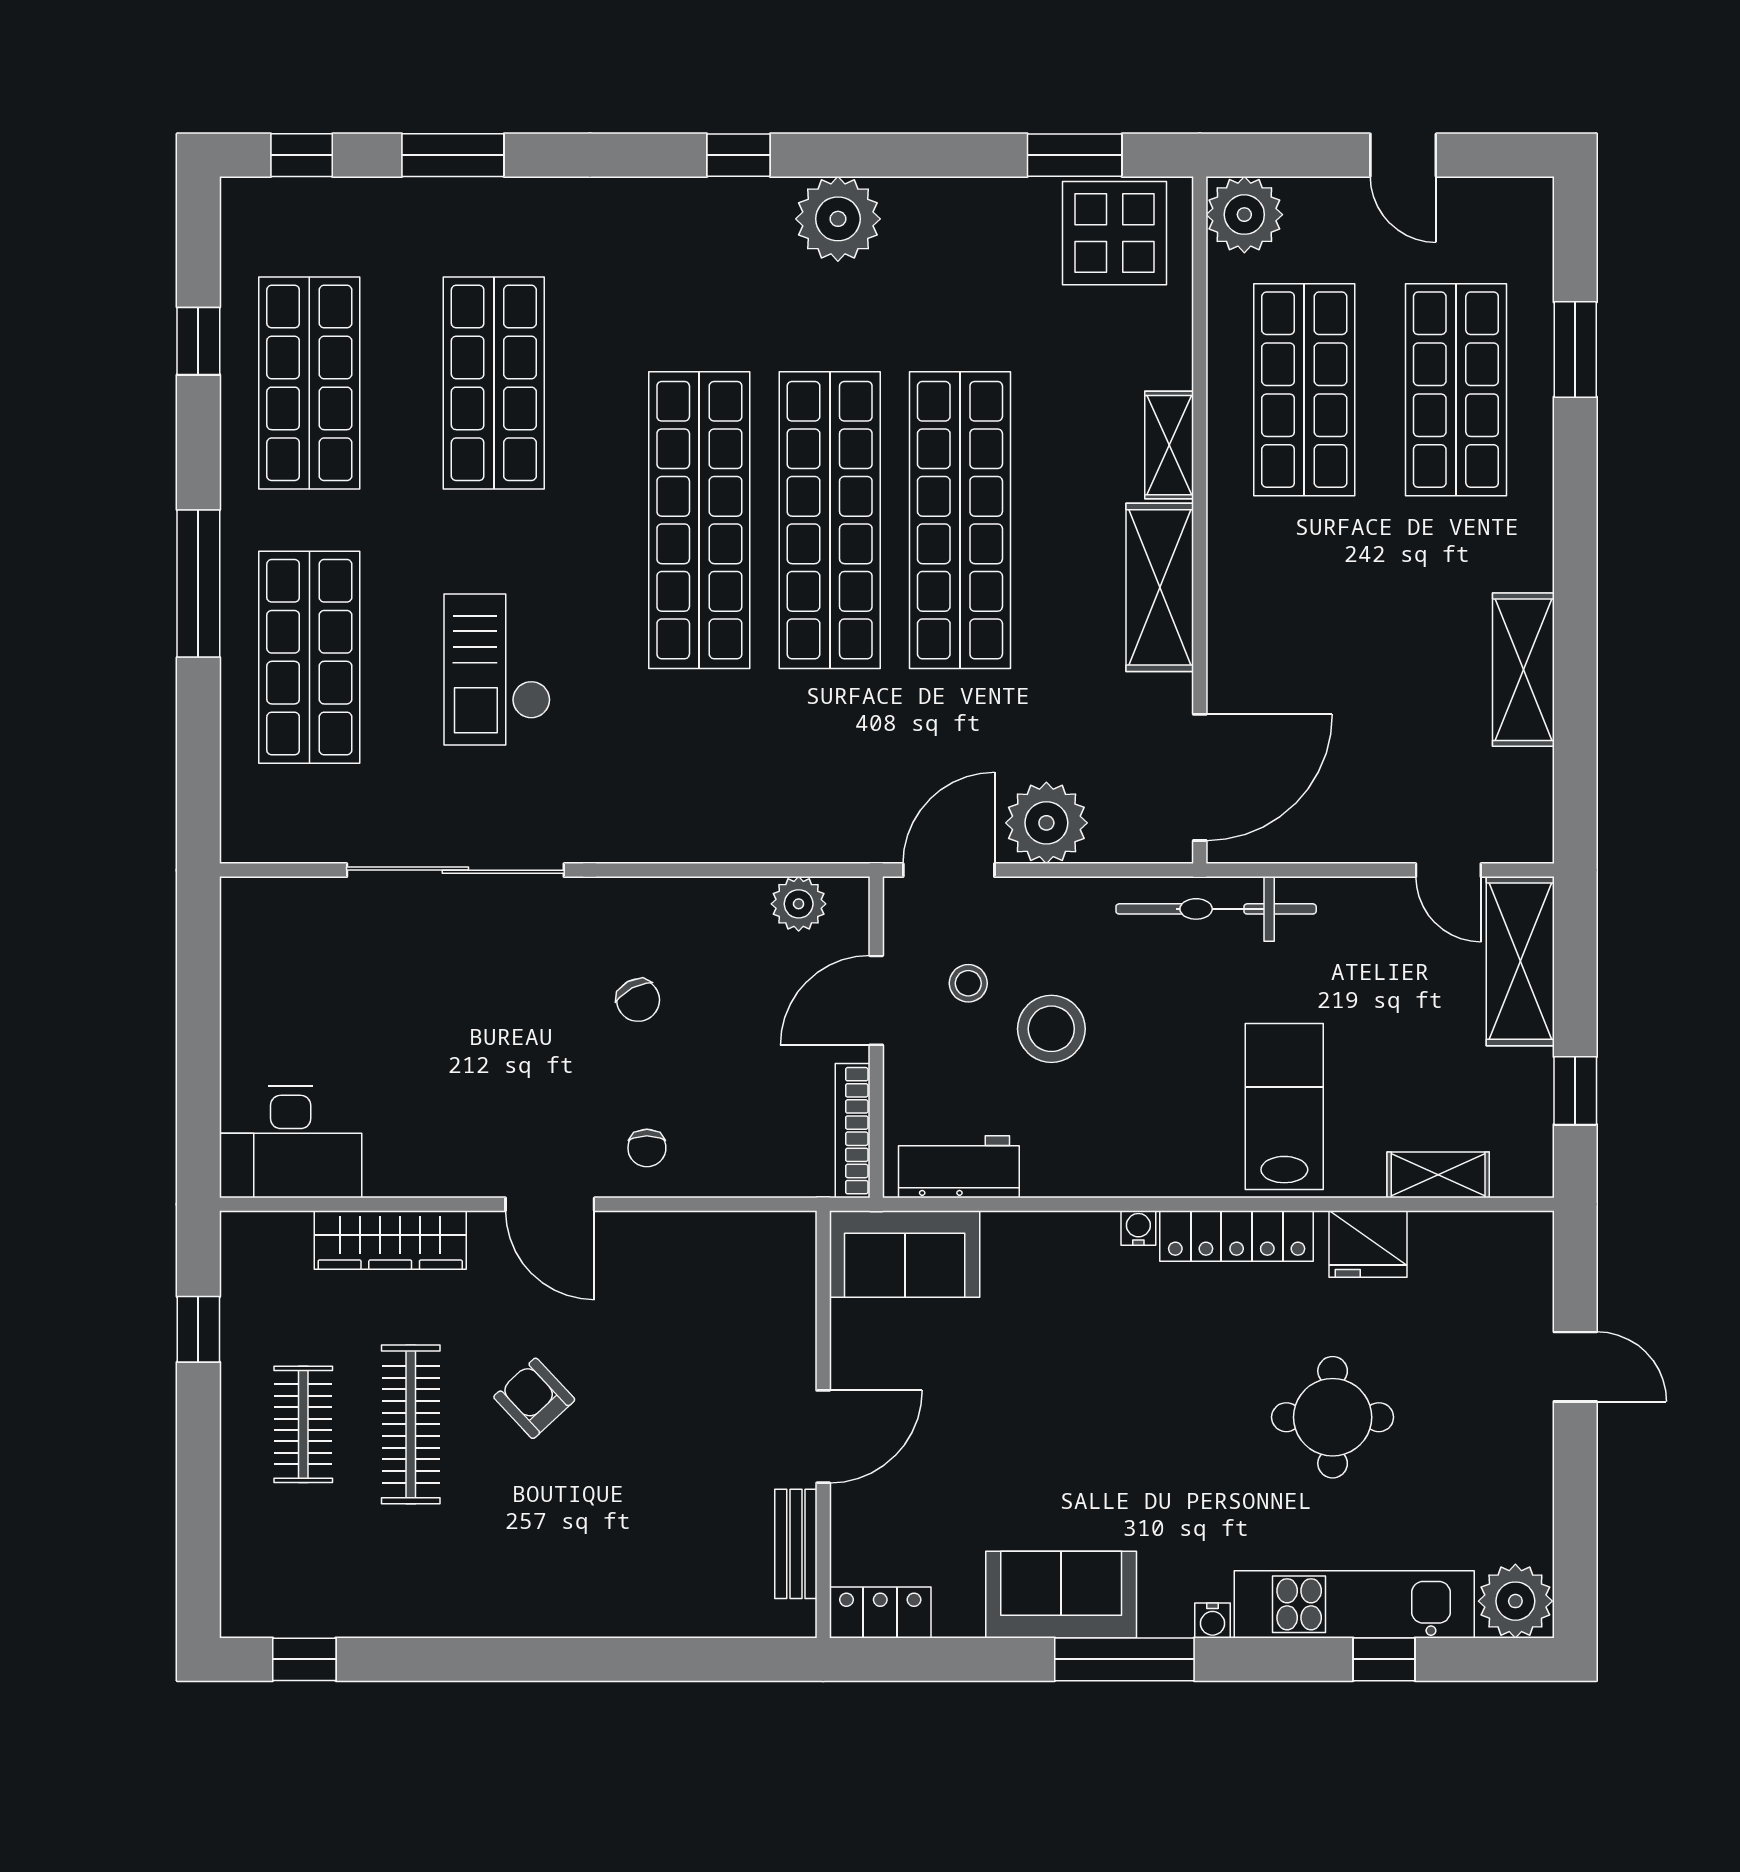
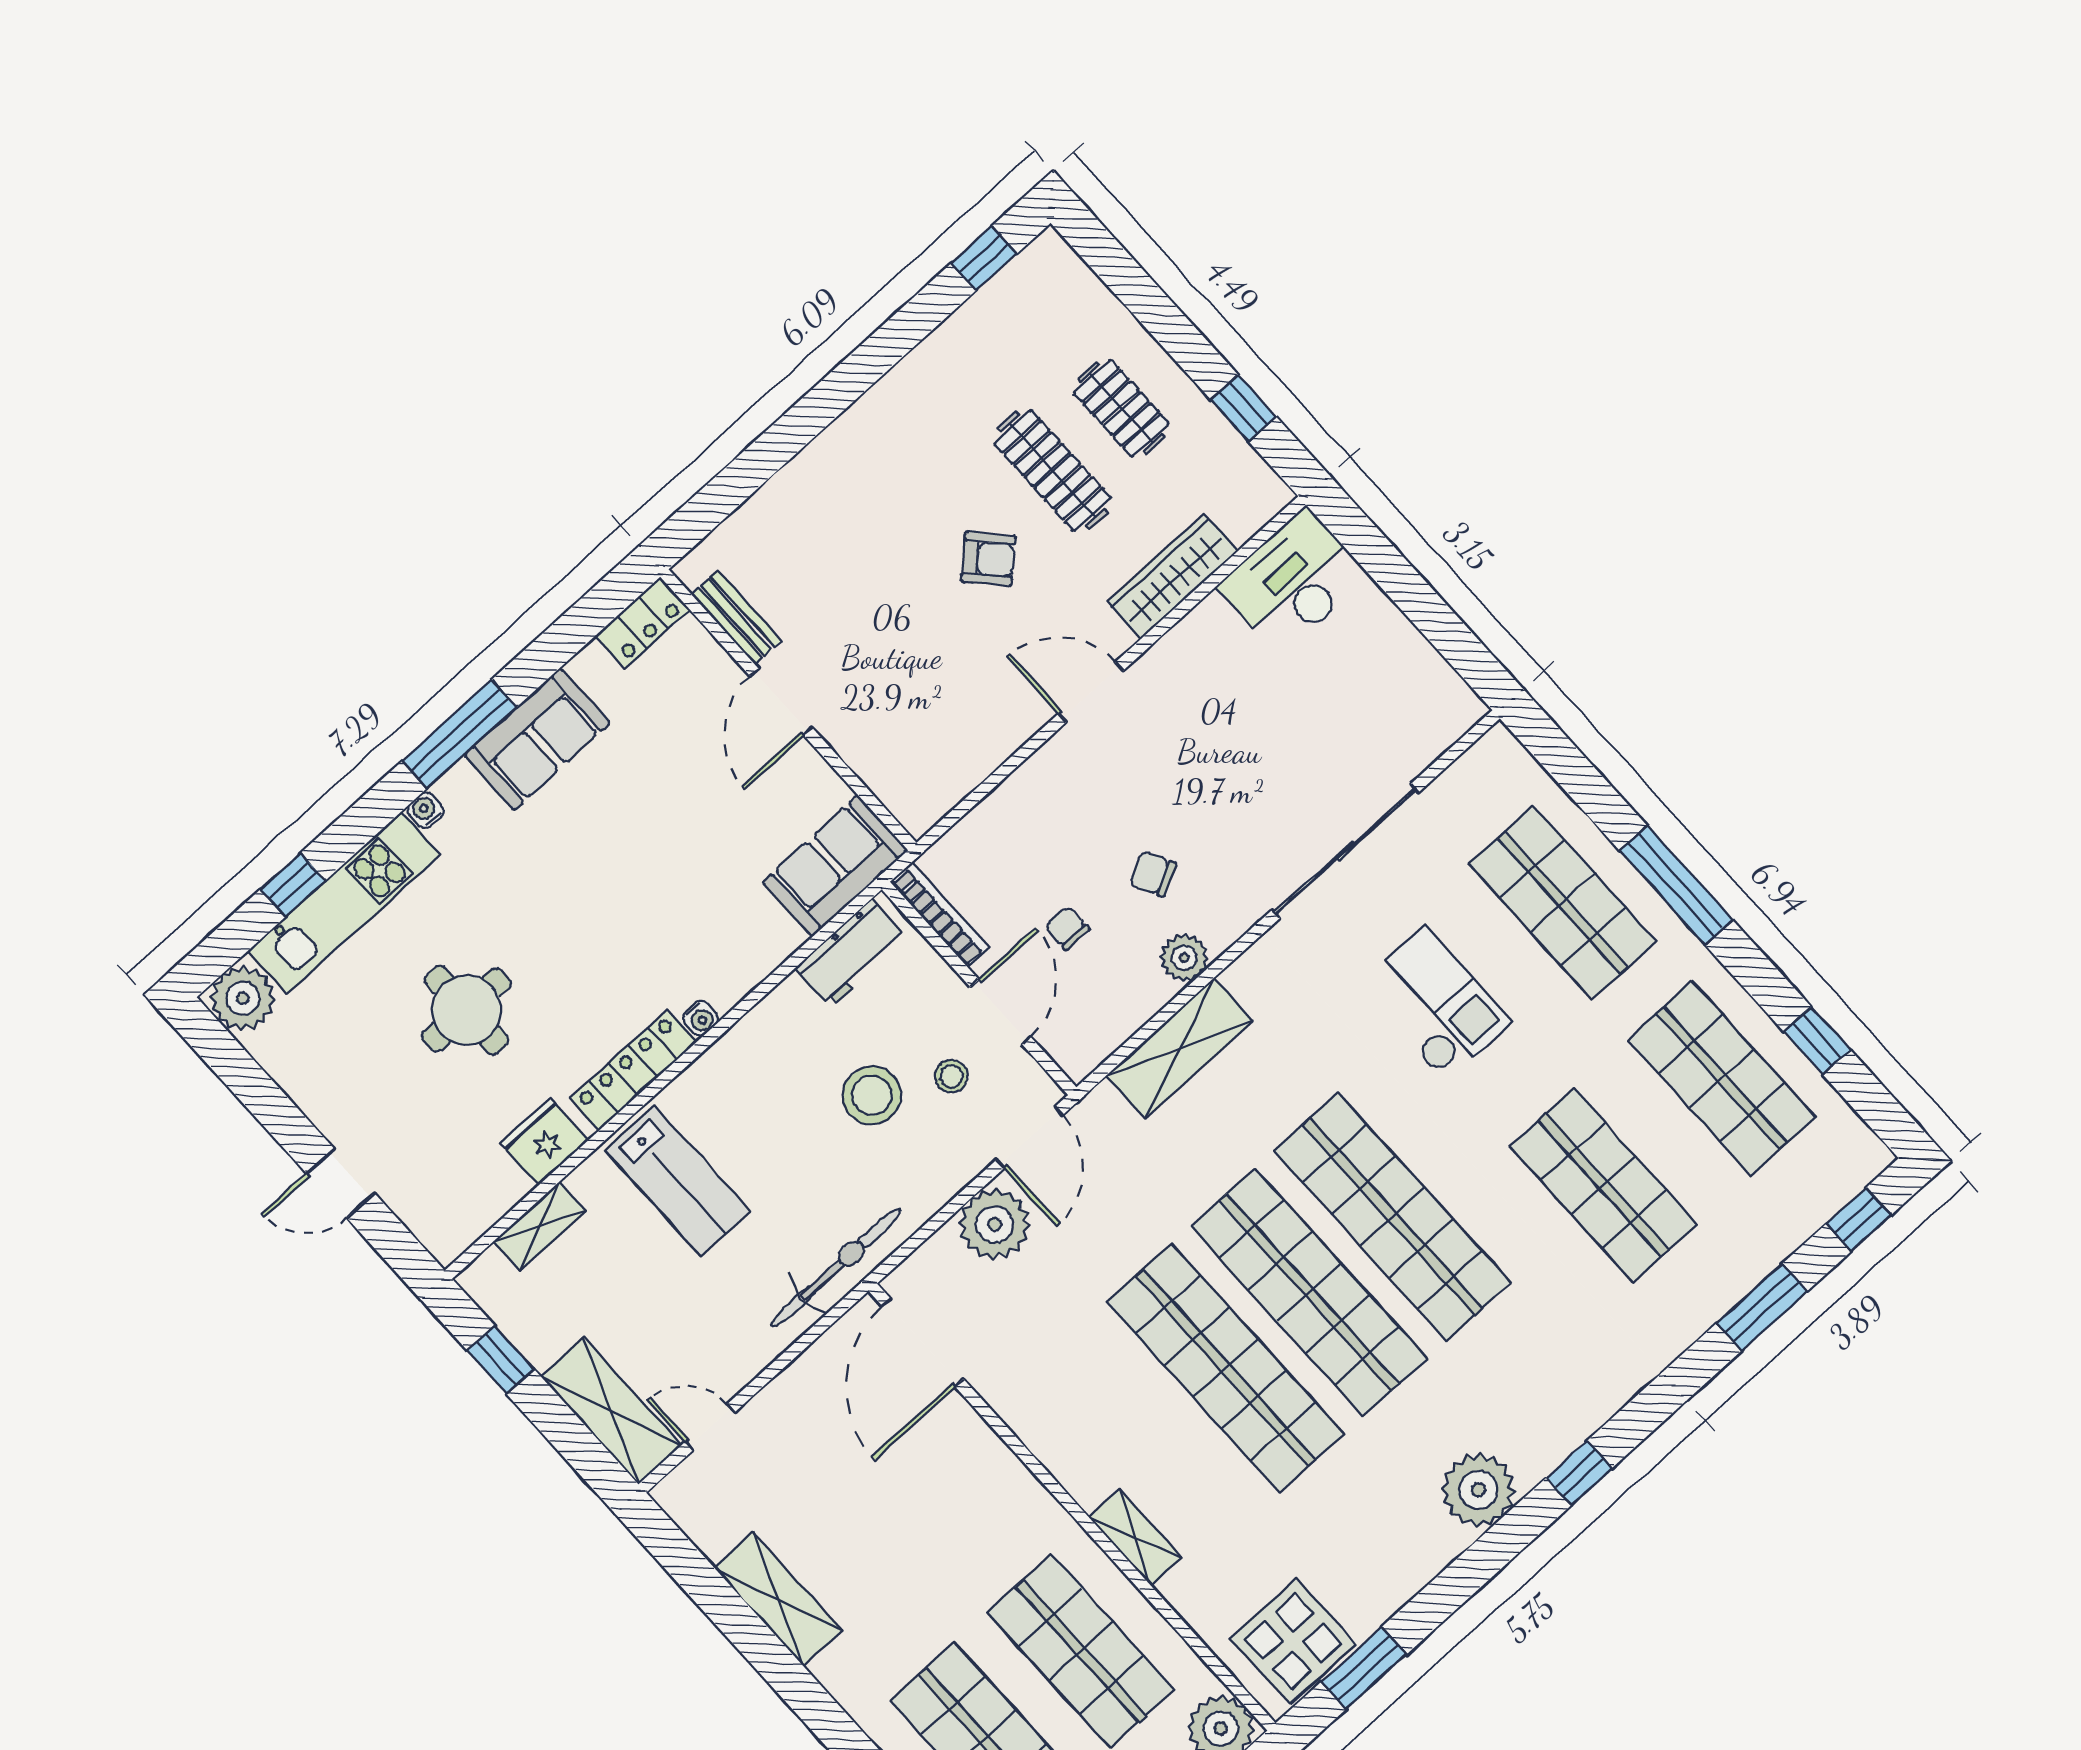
shelving: (1160, 587) -> (1179, 1048), moved, turned 90
plant: (799, 904) -> (1184, 958), moved
chair: (647, 1148) -> (1067, 928), moved

